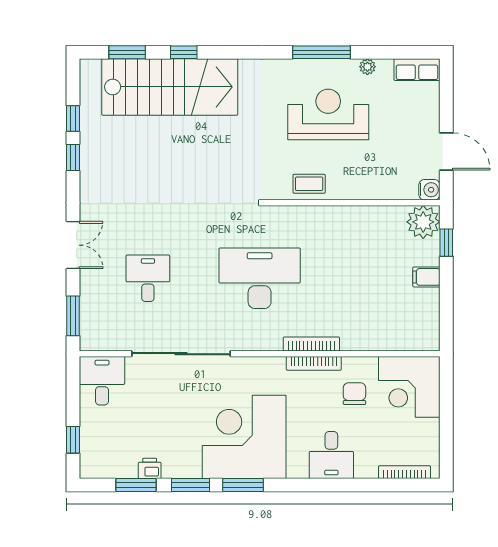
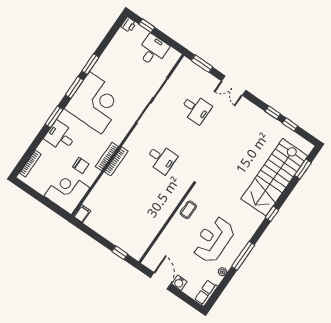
window: (184, 52) -> (272, 214), moved
reception desk: (328, 114) -> (213, 240), turned 180
door: (446, 151) -> (161, 281), swing flipped
water cooler: (429, 190) -> (179, 283), moved
plant: (423, 222) -> (136, 249), removed
filing cabinet: (426, 277) -> (82, 214), moved
desk: (260, 278) -> (161, 159), width x0.53, depth x0.77
desk: (102, 381) -> (153, 50), moved, turned -90
printer: (150, 468) -> (129, 25), moved
window: (136, 485) -> (54, 117), moved

